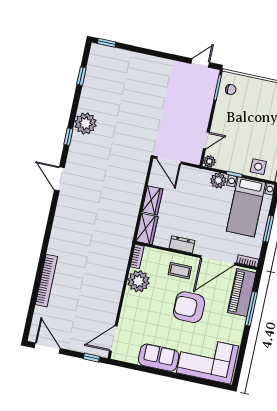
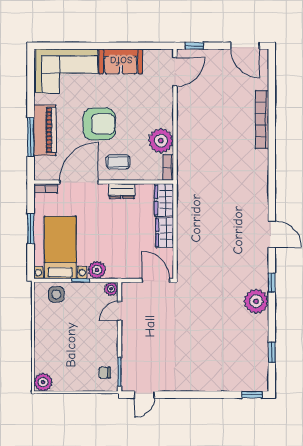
piano: (242, 293) -> (45, 130), moved

